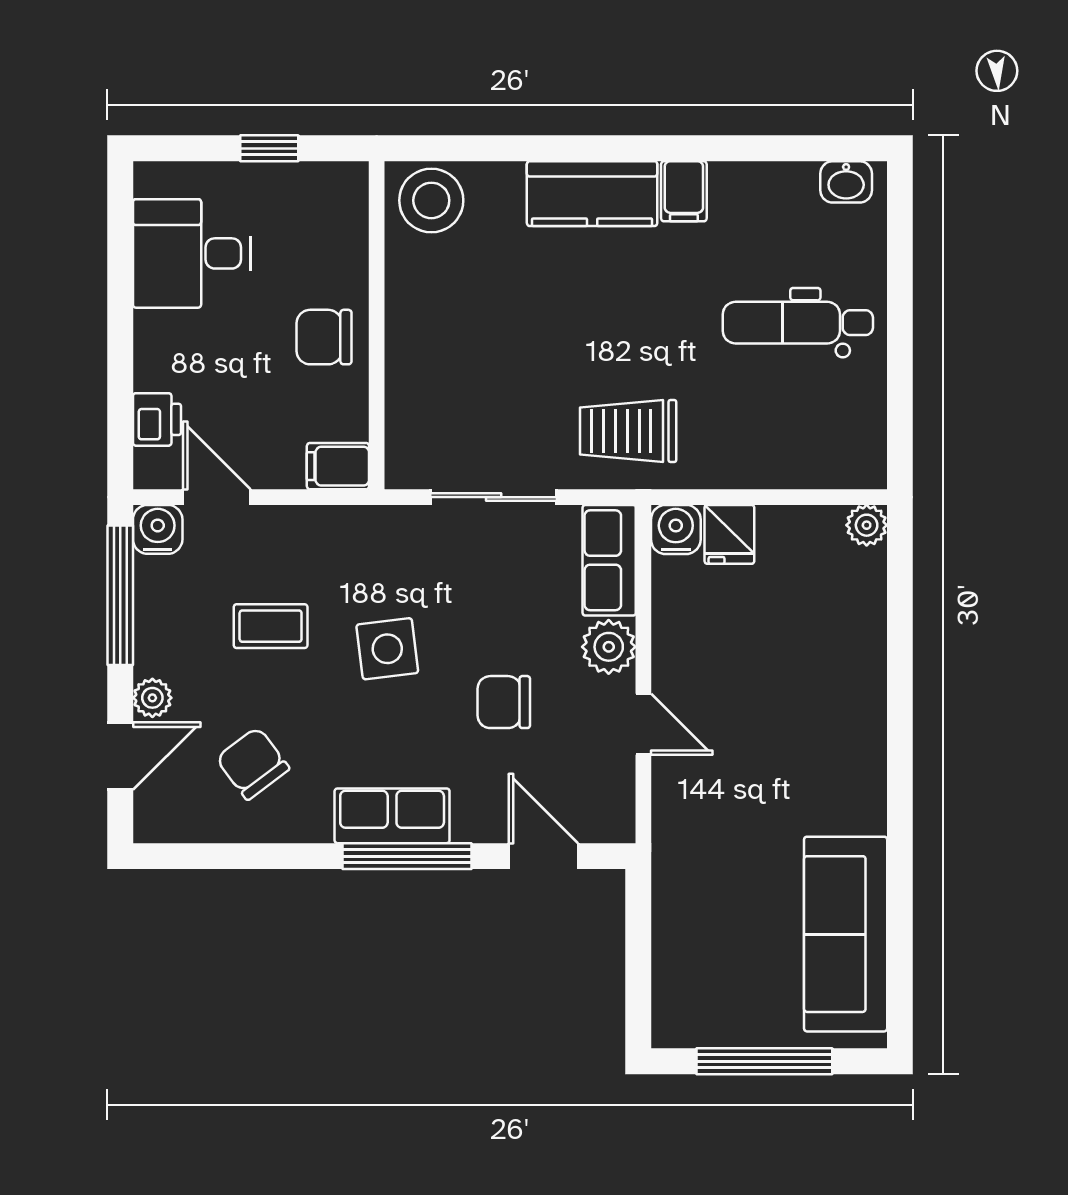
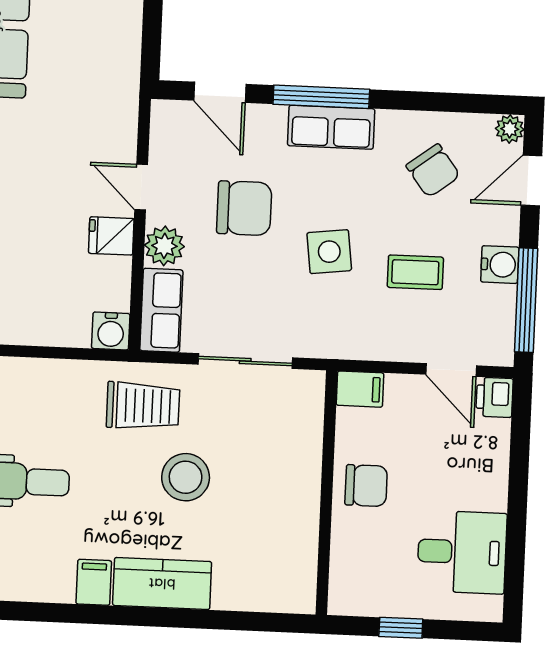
stool: (431, 200) -> (186, 477), moved
printer: (157, 419) -> (494, 397), moved
water cooler: (158, 529) -> (500, 265), moved, turned -90
fridge: (729, 534) -> (111, 236), moved, turned -90
plant: (152, 698) -> (510, 129), moved
chair: (504, 702) -> (244, 208), width x1.37, depth x1.37

